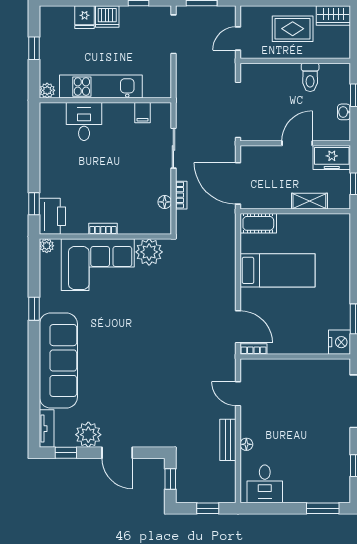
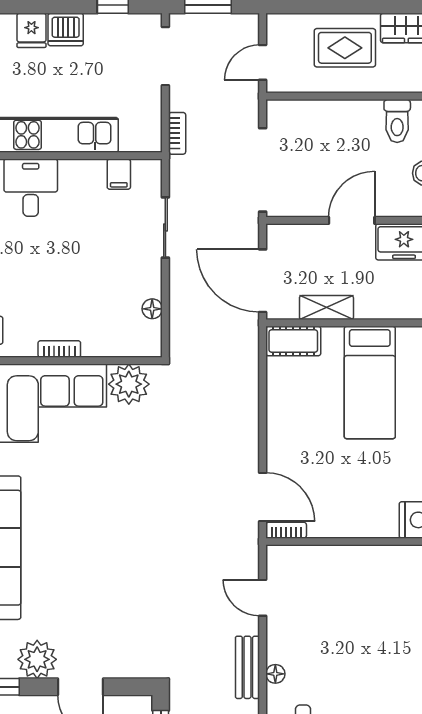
toilet: (310, 77) -> (397, 121), moved
bookcase: (181, 195) -> (177, 133), moved
shelving: (309, 201) -> (326, 308), moved
bed: (278, 270) -> (370, 383), moved, turned 90

